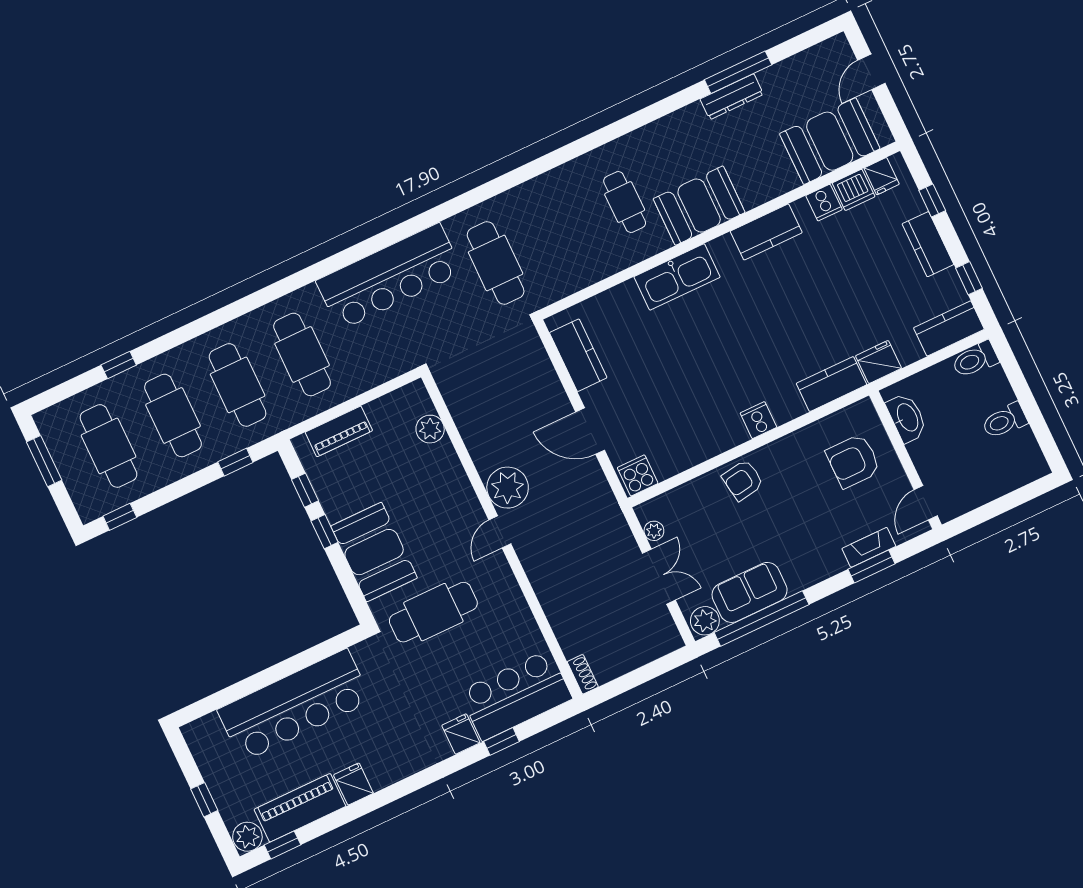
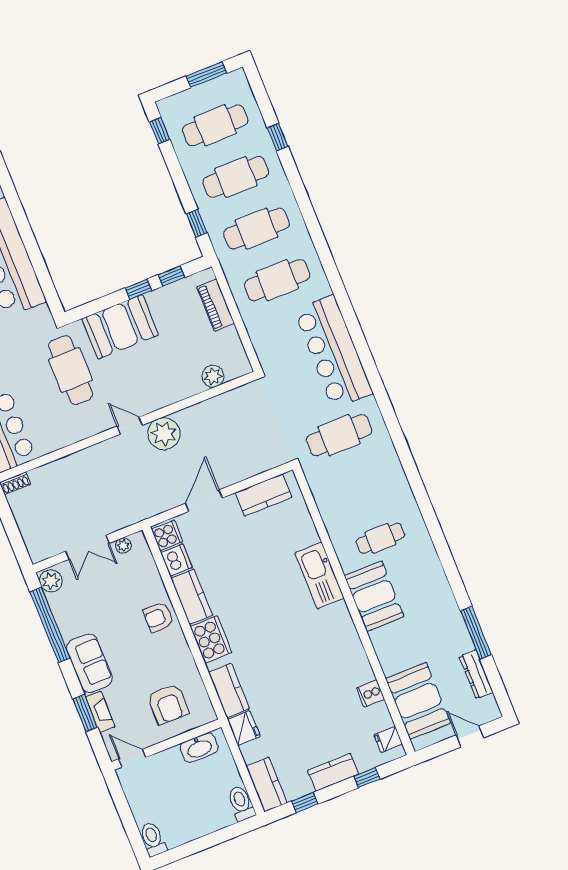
dresser: (732, 97) -> (476, 674), moved
dishwasher: (854, 190) -> (176, 560), moved, turned 180
kitchen counter: (766, 232) -> (192, 597), moved, turned 180
cooker: (758, 420) -> (211, 639), width x1.87, depth x1.31
toilet: (1005, 421) -> (153, 839), moved
armchair: (853, 461) -> (168, 704), turned 180
armchair: (743, 480) -> (158, 617), turned -81
sofa: (750, 592) -> (89, 663), moved

